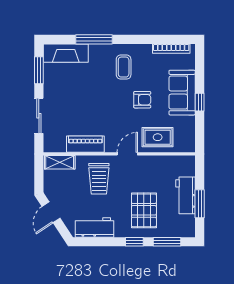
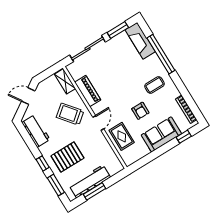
window: (94, 39) -> (161, 54), width x1.46
window: (200, 102) -> (184, 137), moved
sliding door: (39, 116) -> (88, 49), width x1.37
door: (127, 154) -> (98, 123), hinge flipped
trolley: (99, 179) -> (70, 114), turned 51
workbench: (186, 195) -> (90, 181), width x1.38

